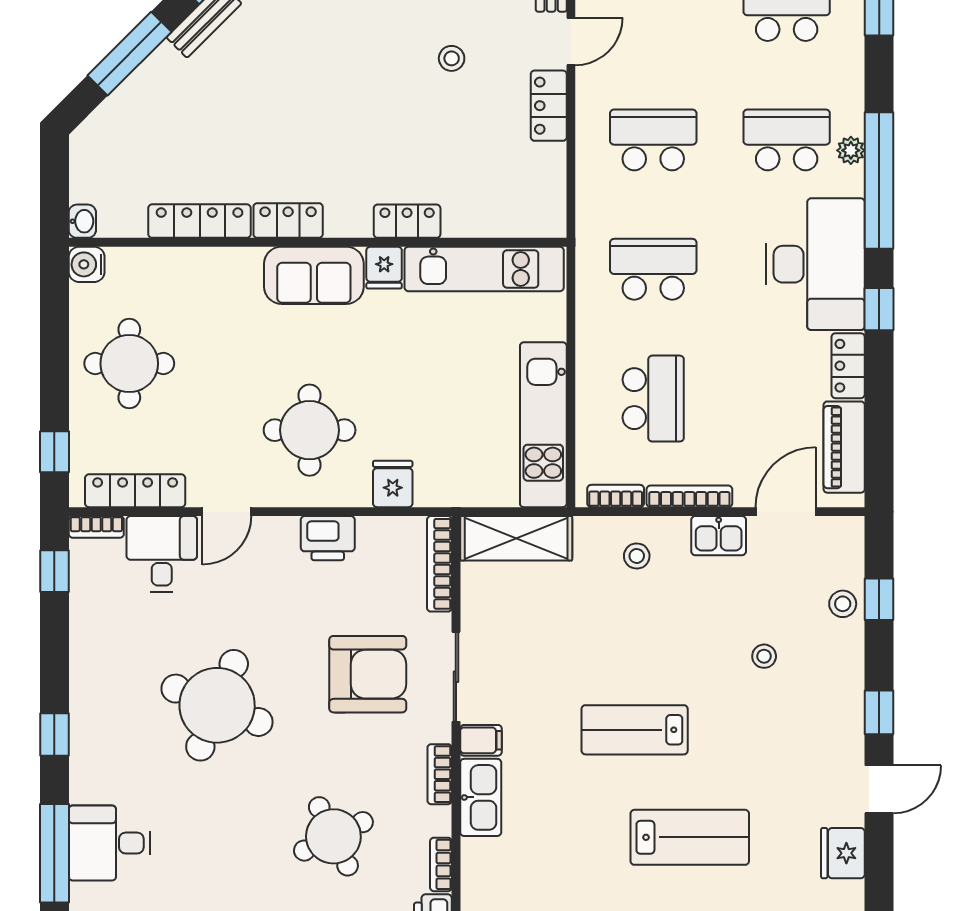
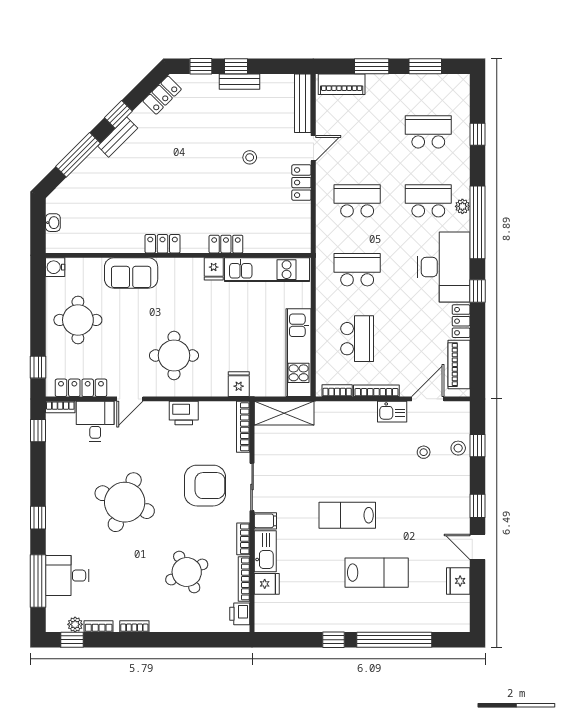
washbasin: (82, 221) -> (53, 223), moved
locker: (200, 221) -> (115, 244), removed
sofa: (314, 275) -> (131, 273), moved
fridge: (393, 484) -> (239, 384), moved
stool: (637, 556) -> (348, 423), removed
stool: (764, 656) -> (424, 452), moved
door: (879, 789) -> (478, 547), swing flipped
fridge: (484, 859) -> (267, 584), added
bookcase: (441, 864) -> (244, 579), width x1.56

